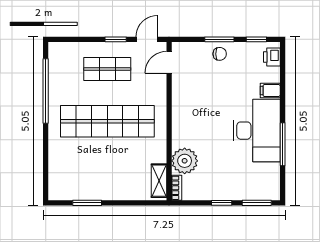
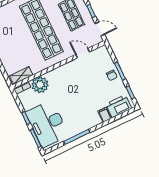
printer: (272, 57) -> (119, 106), width x1.87, depth x1.48
door: (169, 62) -> (83, 53), moved
desk: (257, 131) -> (47, 124), moved, turned 90

